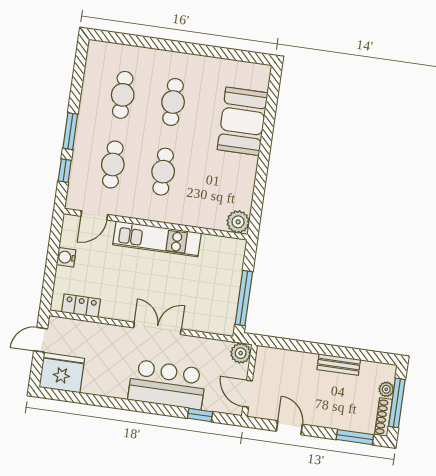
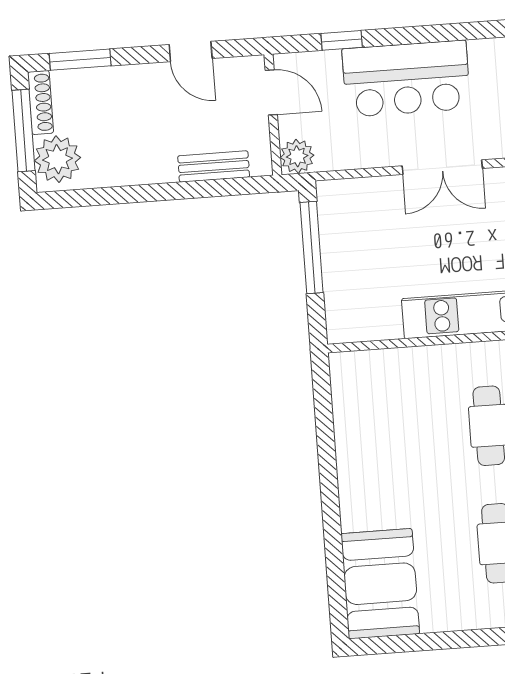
booth: (242, 121) -> (380, 584), moved
plant: (238, 222) -> (348, 370), removed
bench: (339, 365) -> (214, 166), moved
plant: (386, 389) -> (58, 159), width x1.88, depth x1.88

